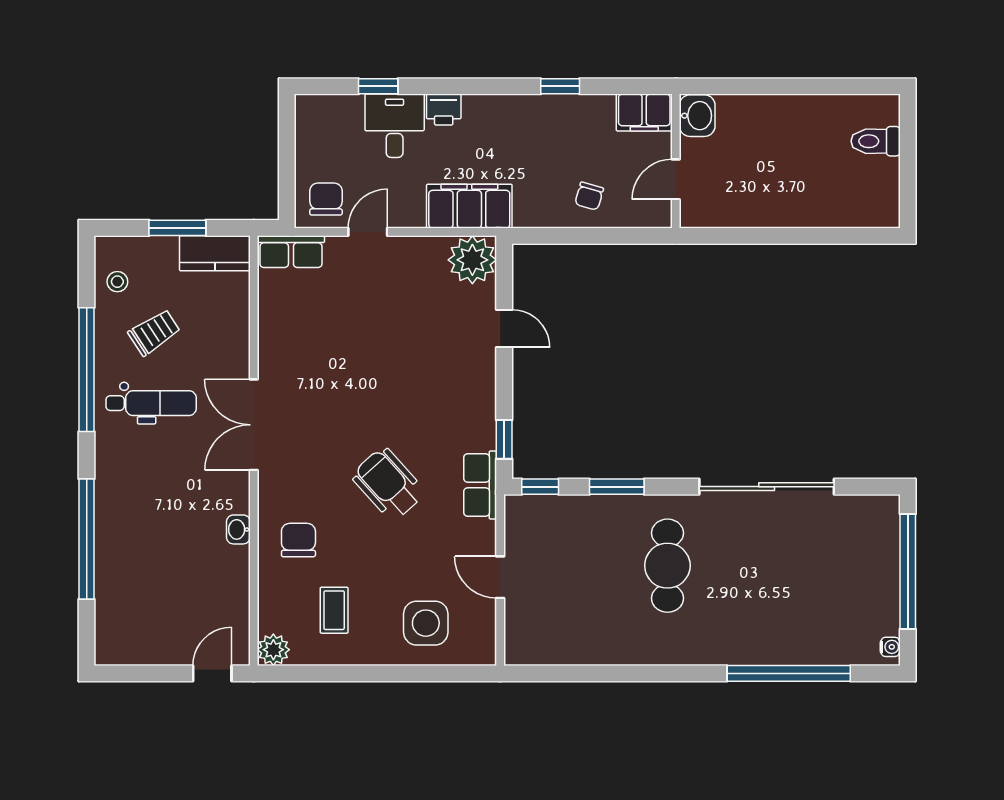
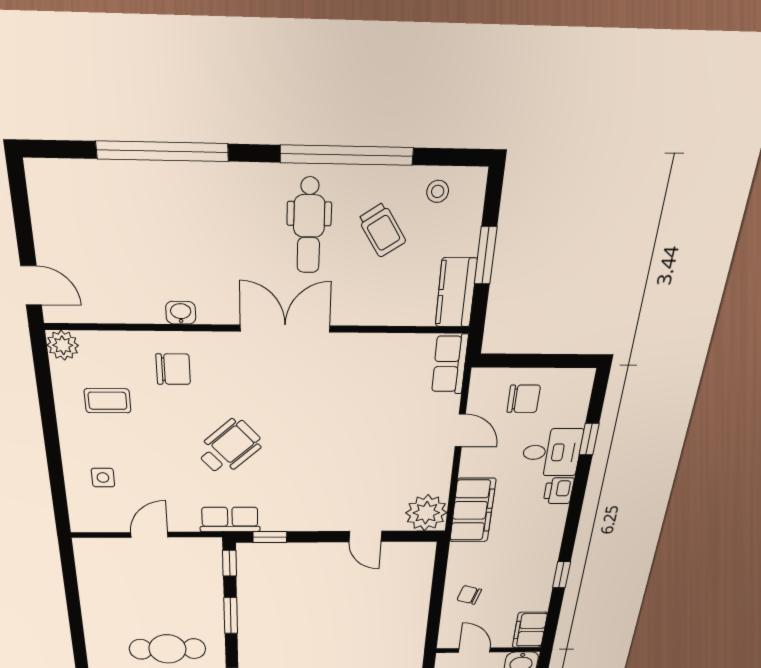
chair: (326, 199) -> (524, 399), moved
door: (504, 328) -> (365, 537), hinge flipped
side table: (426, 623) -> (103, 478), width x0.54, depth x0.54

